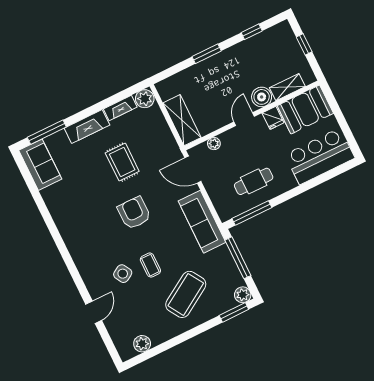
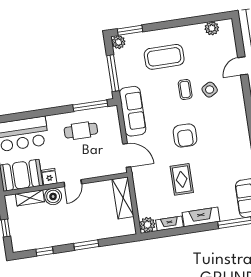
plant: (214, 144) -> (103, 171), removed
coffee table: (186, 294) -> (164, 57), turned 32

